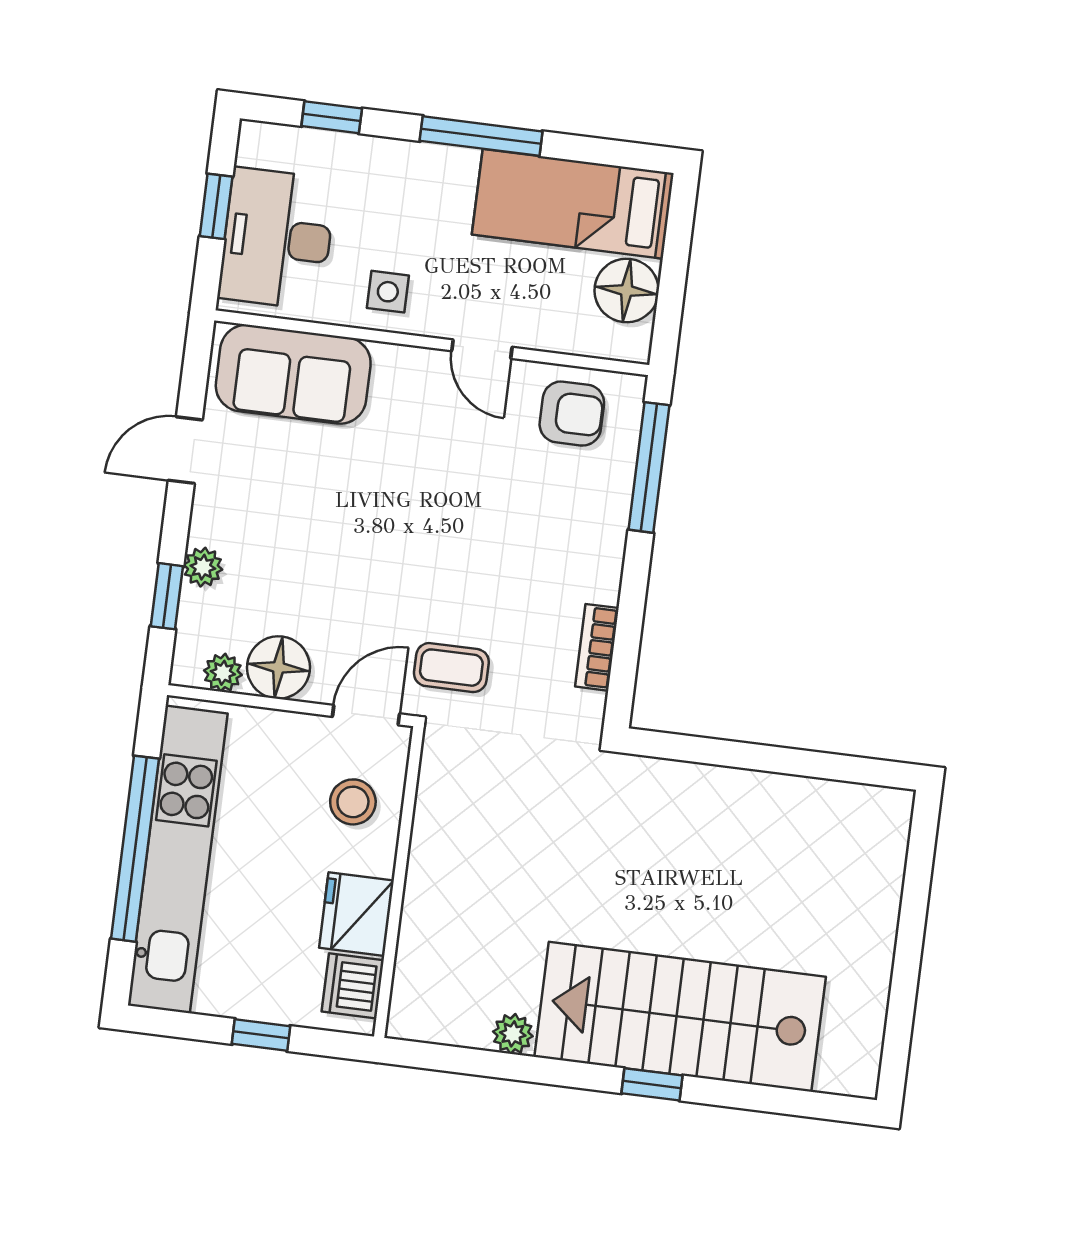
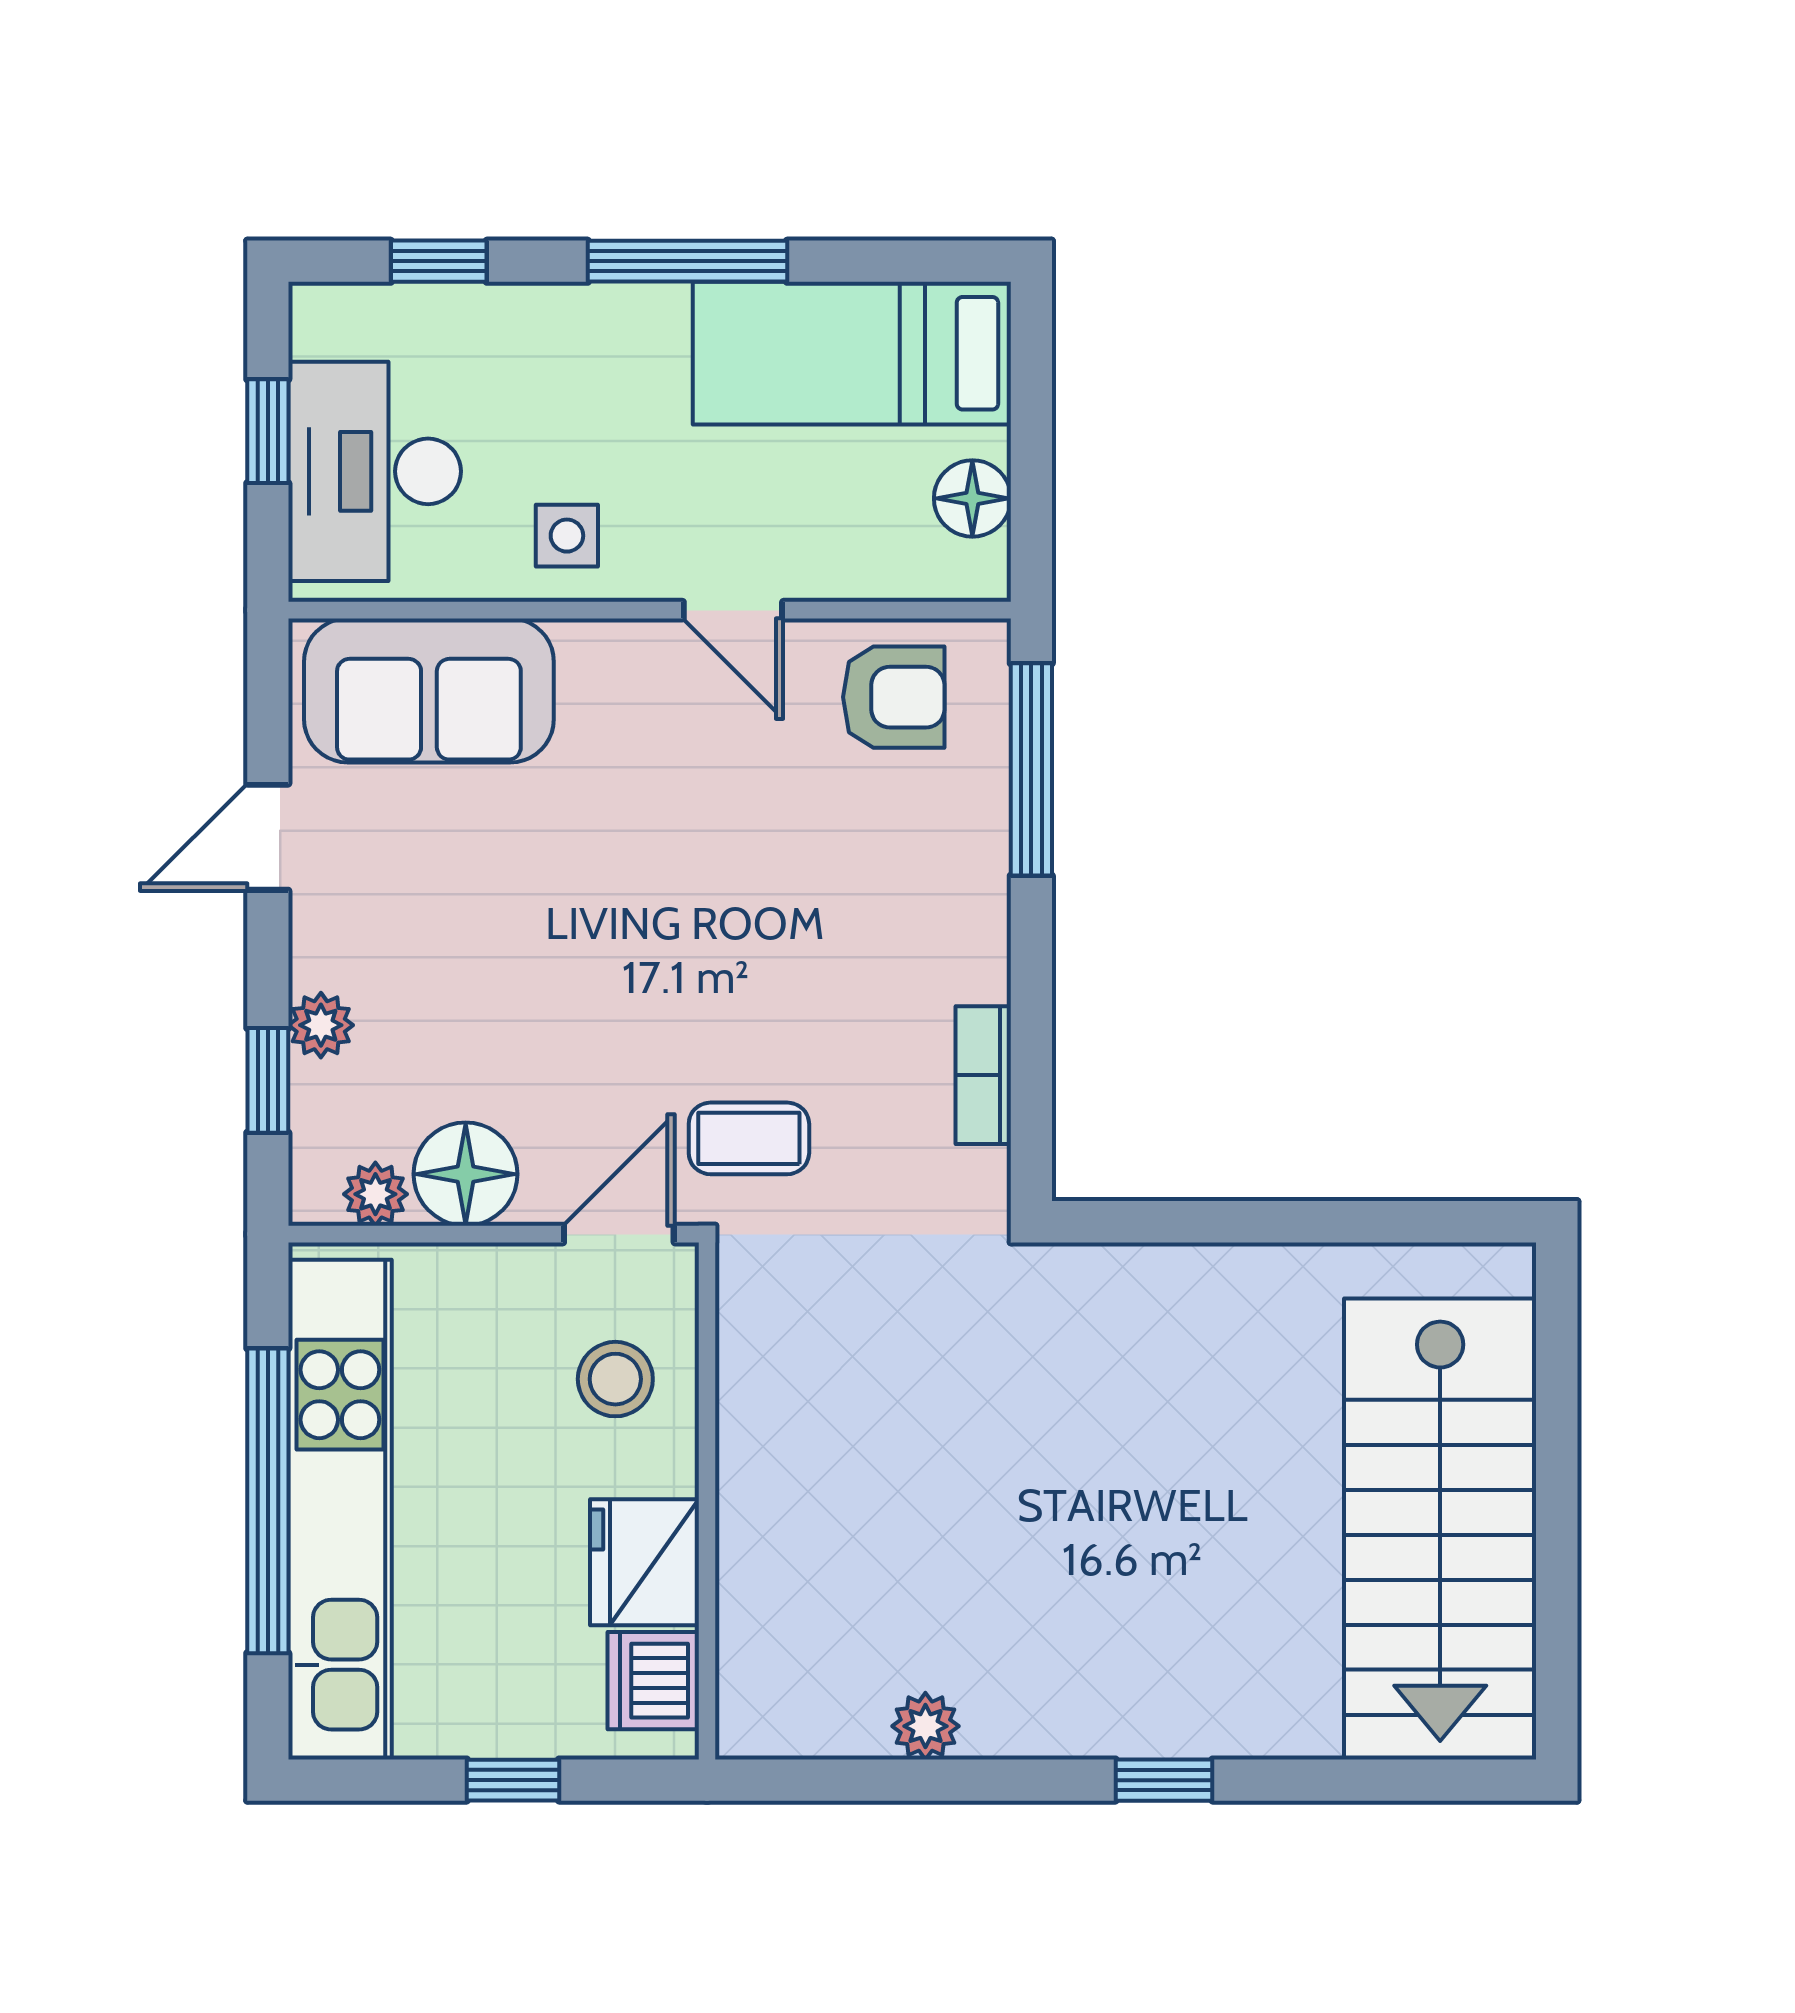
floor lamp: (627, 290) -> (972, 498), width x0.73, depth x0.73
stairs: (680, 1017) -> (1440, 1529), moved, turned -90

